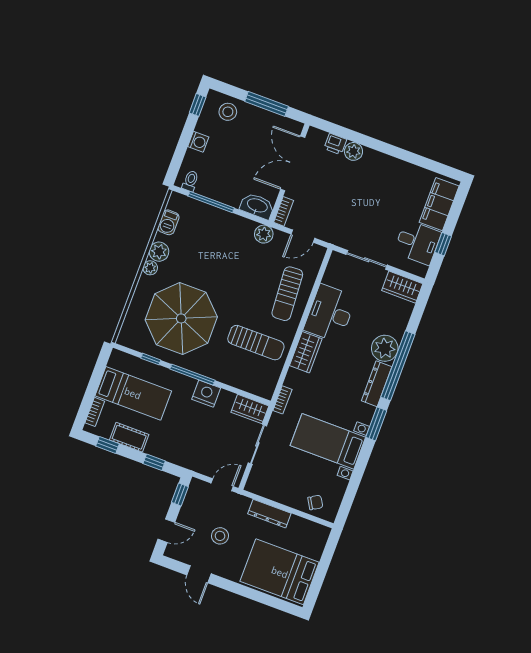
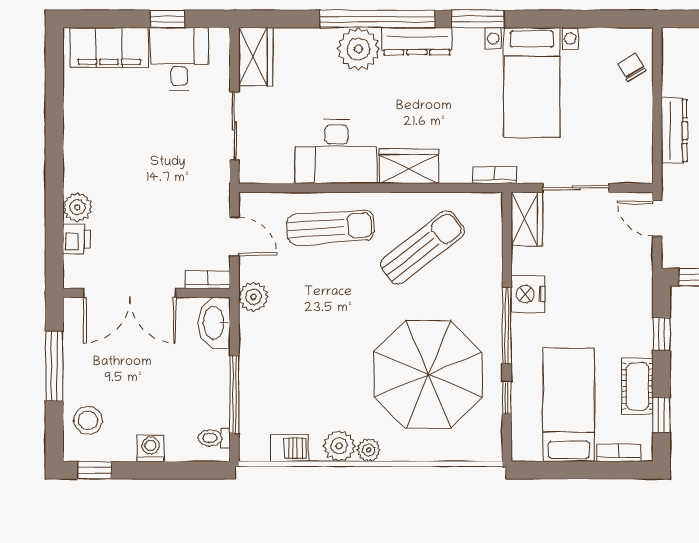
sun lounger: (256, 343) -> (422, 247), turned 52

